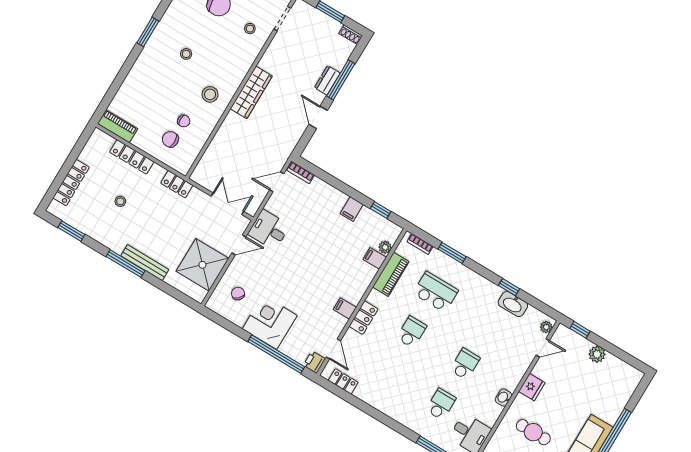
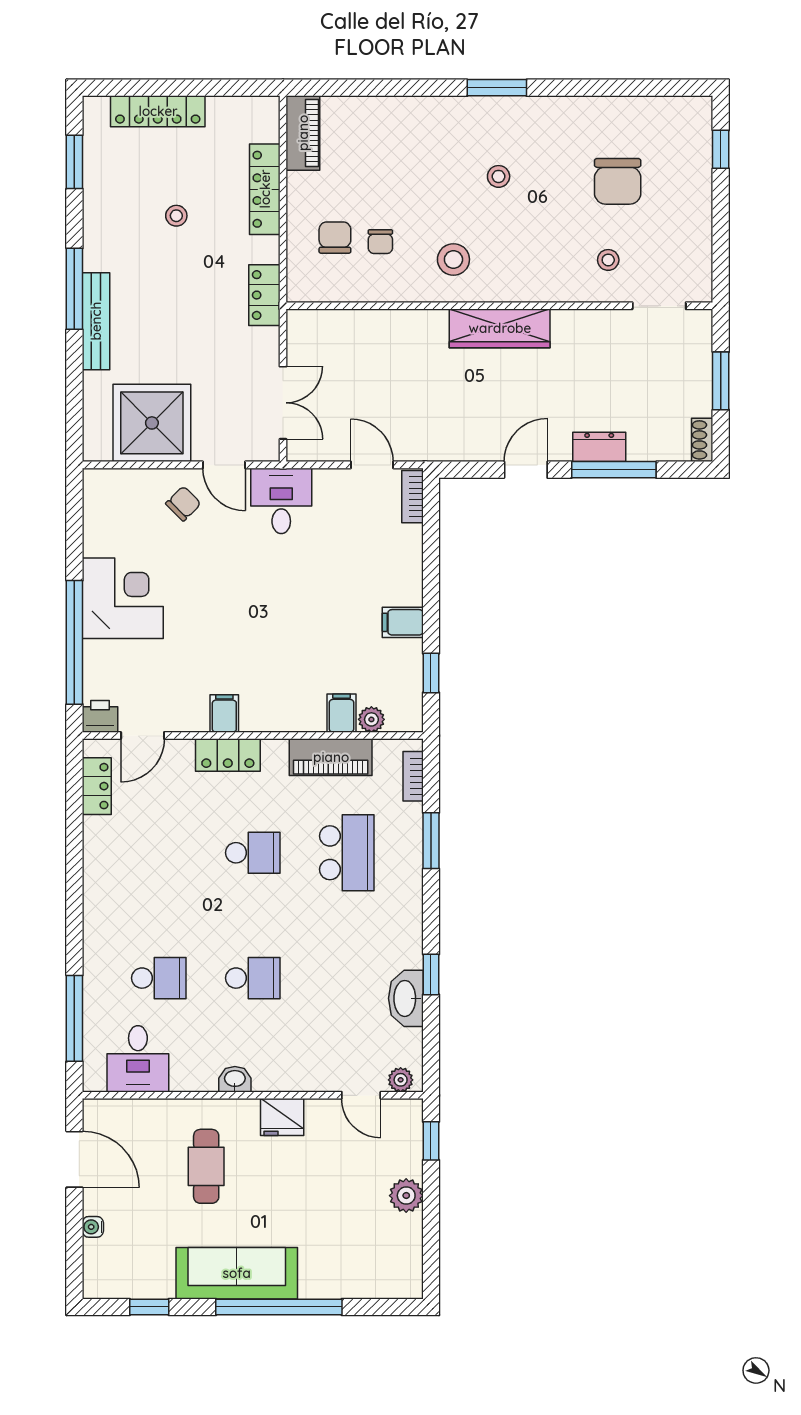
chair: (238, 294) -> (183, 504), moved

